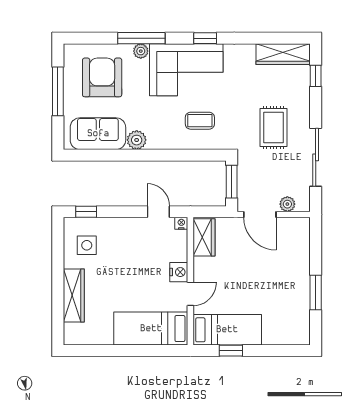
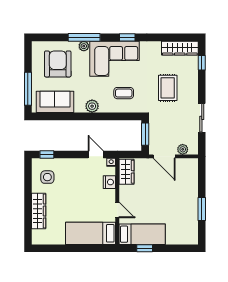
window: (58, 91) -> (28, 89), moved
rug: (274, 127) -> (168, 88), moved
plant: (137, 140) -> (92, 106), moved
sliding door: (316, 157) -> (202, 118), width x0.73
nightstand: (179, 272) -> (109, 182), moved
door: (190, 294) -> (117, 210), hinge flipped

